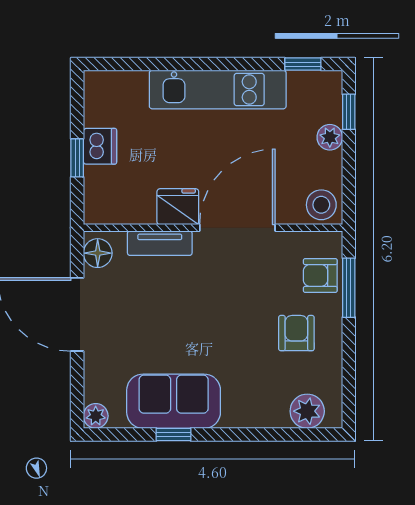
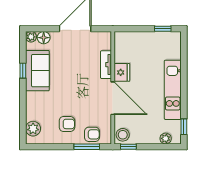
window: (349, 112) -> (128, 147), moved
plant: (330, 137) -> (166, 138), moved
dishwasher: (100, 146) -> (148, 39), removed
window: (77, 158) -> (163, 29), moved
floor lamp: (98, 253) -> (44, 38), moved
armchair: (320, 275) -> (92, 134), turned 90

